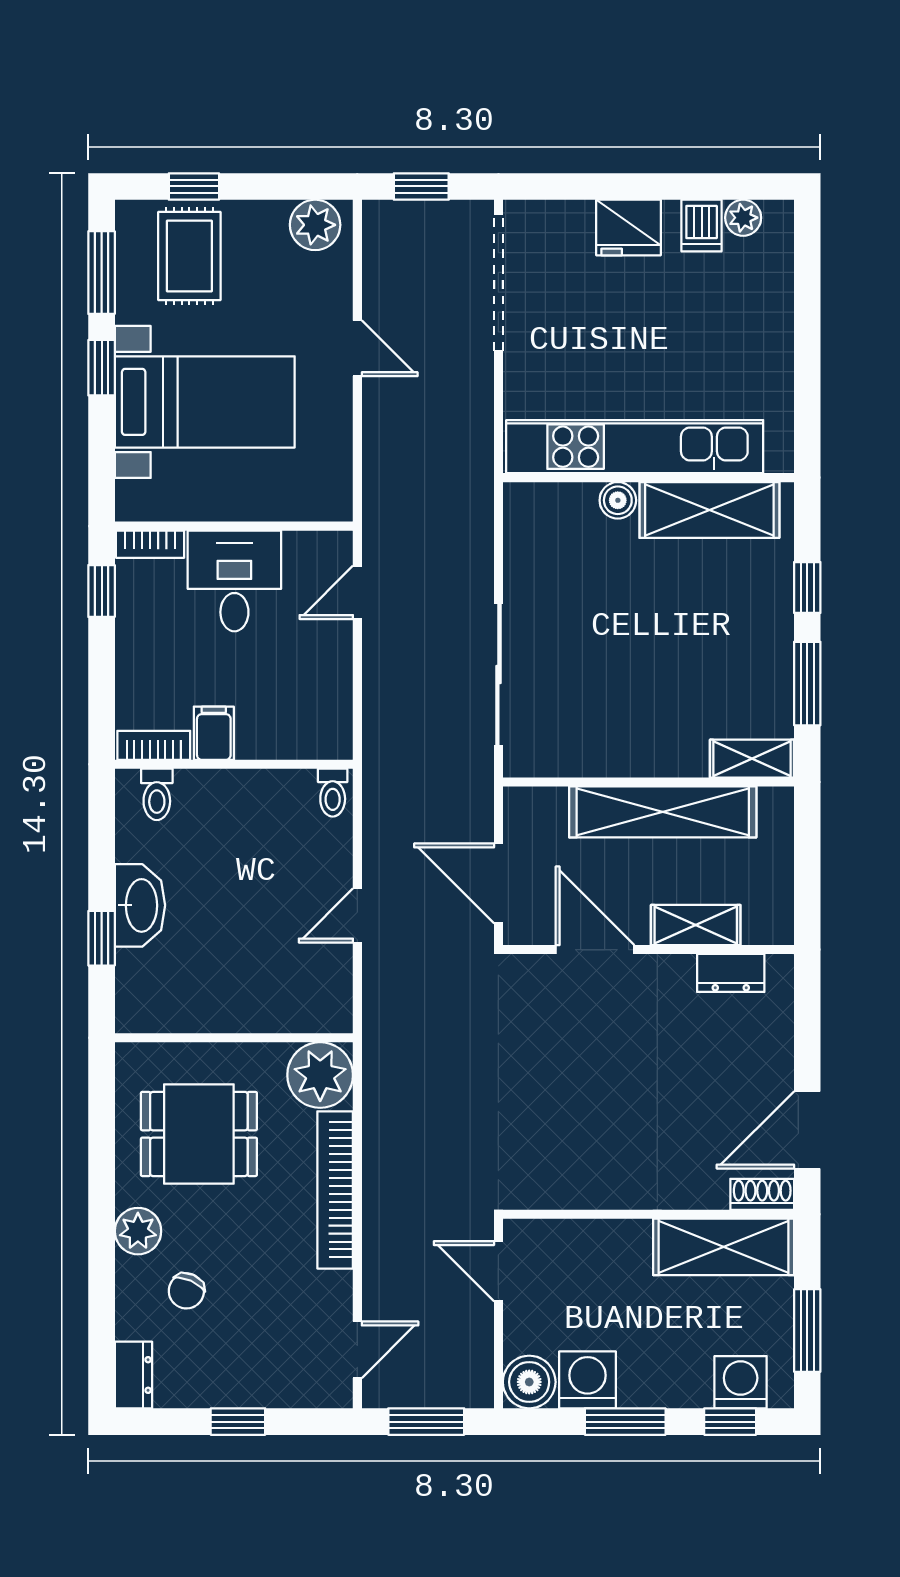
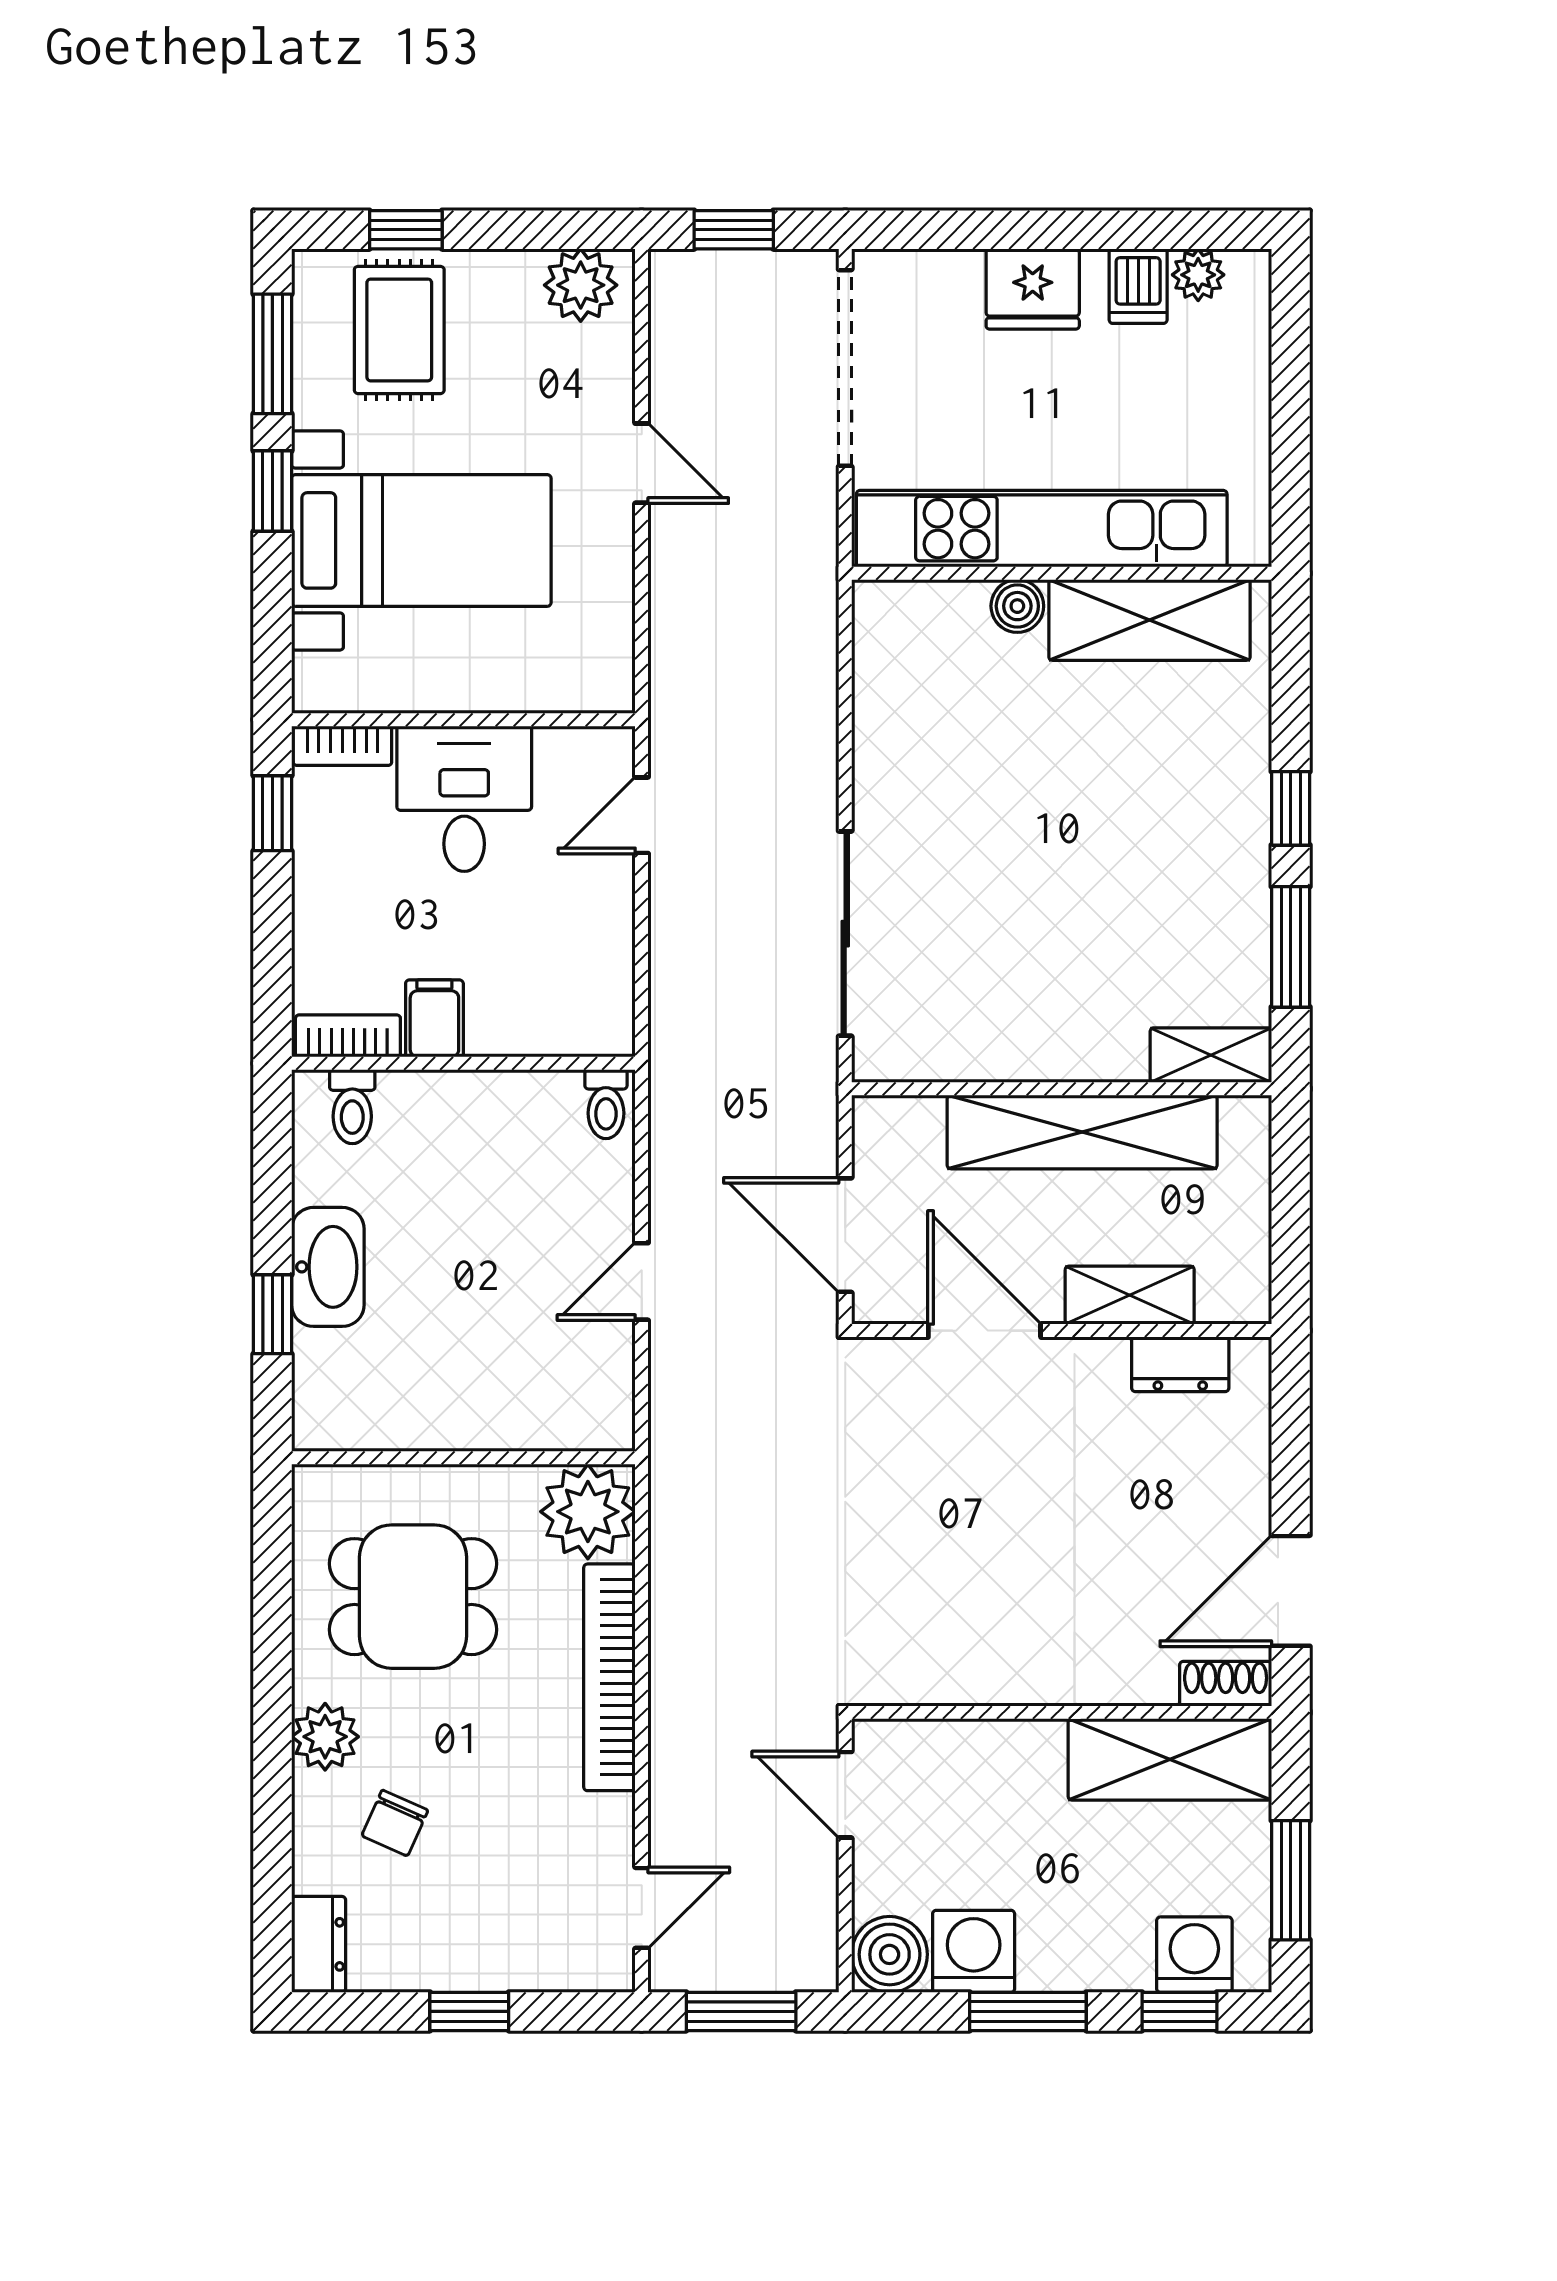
kitchen unit: (635, 447) -> (1042, 529), moved
wall: (648, 478) -> (1062, 573), moved
boiler: (618, 500) -> (1017, 606), moved
shelving: (709, 510) -> (1150, 620), moved

